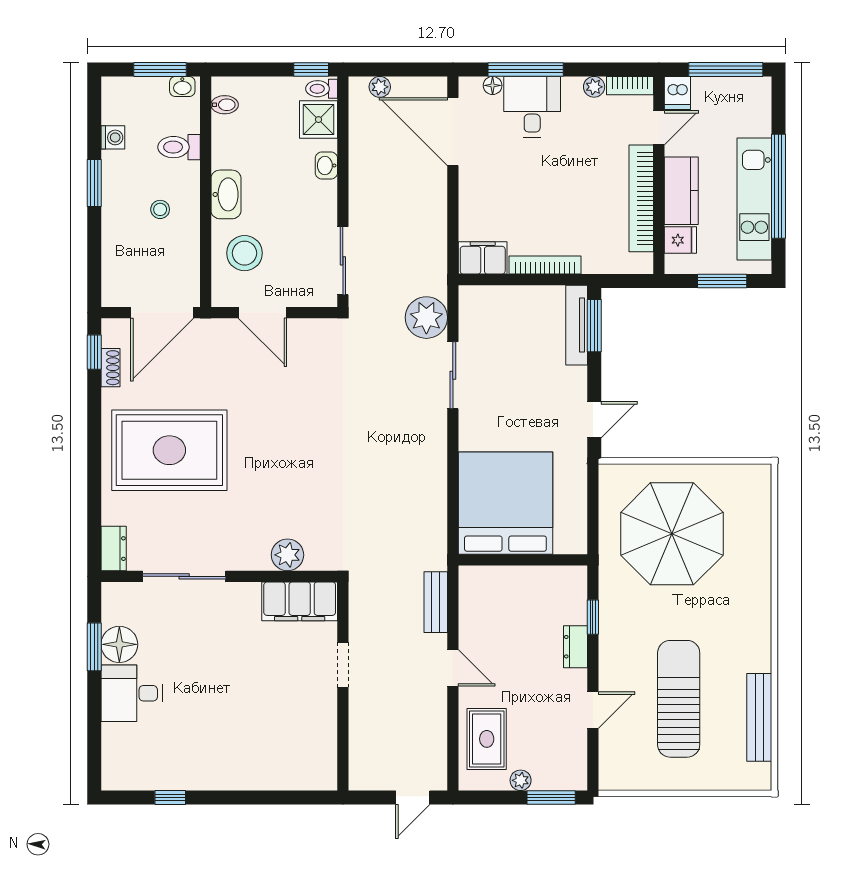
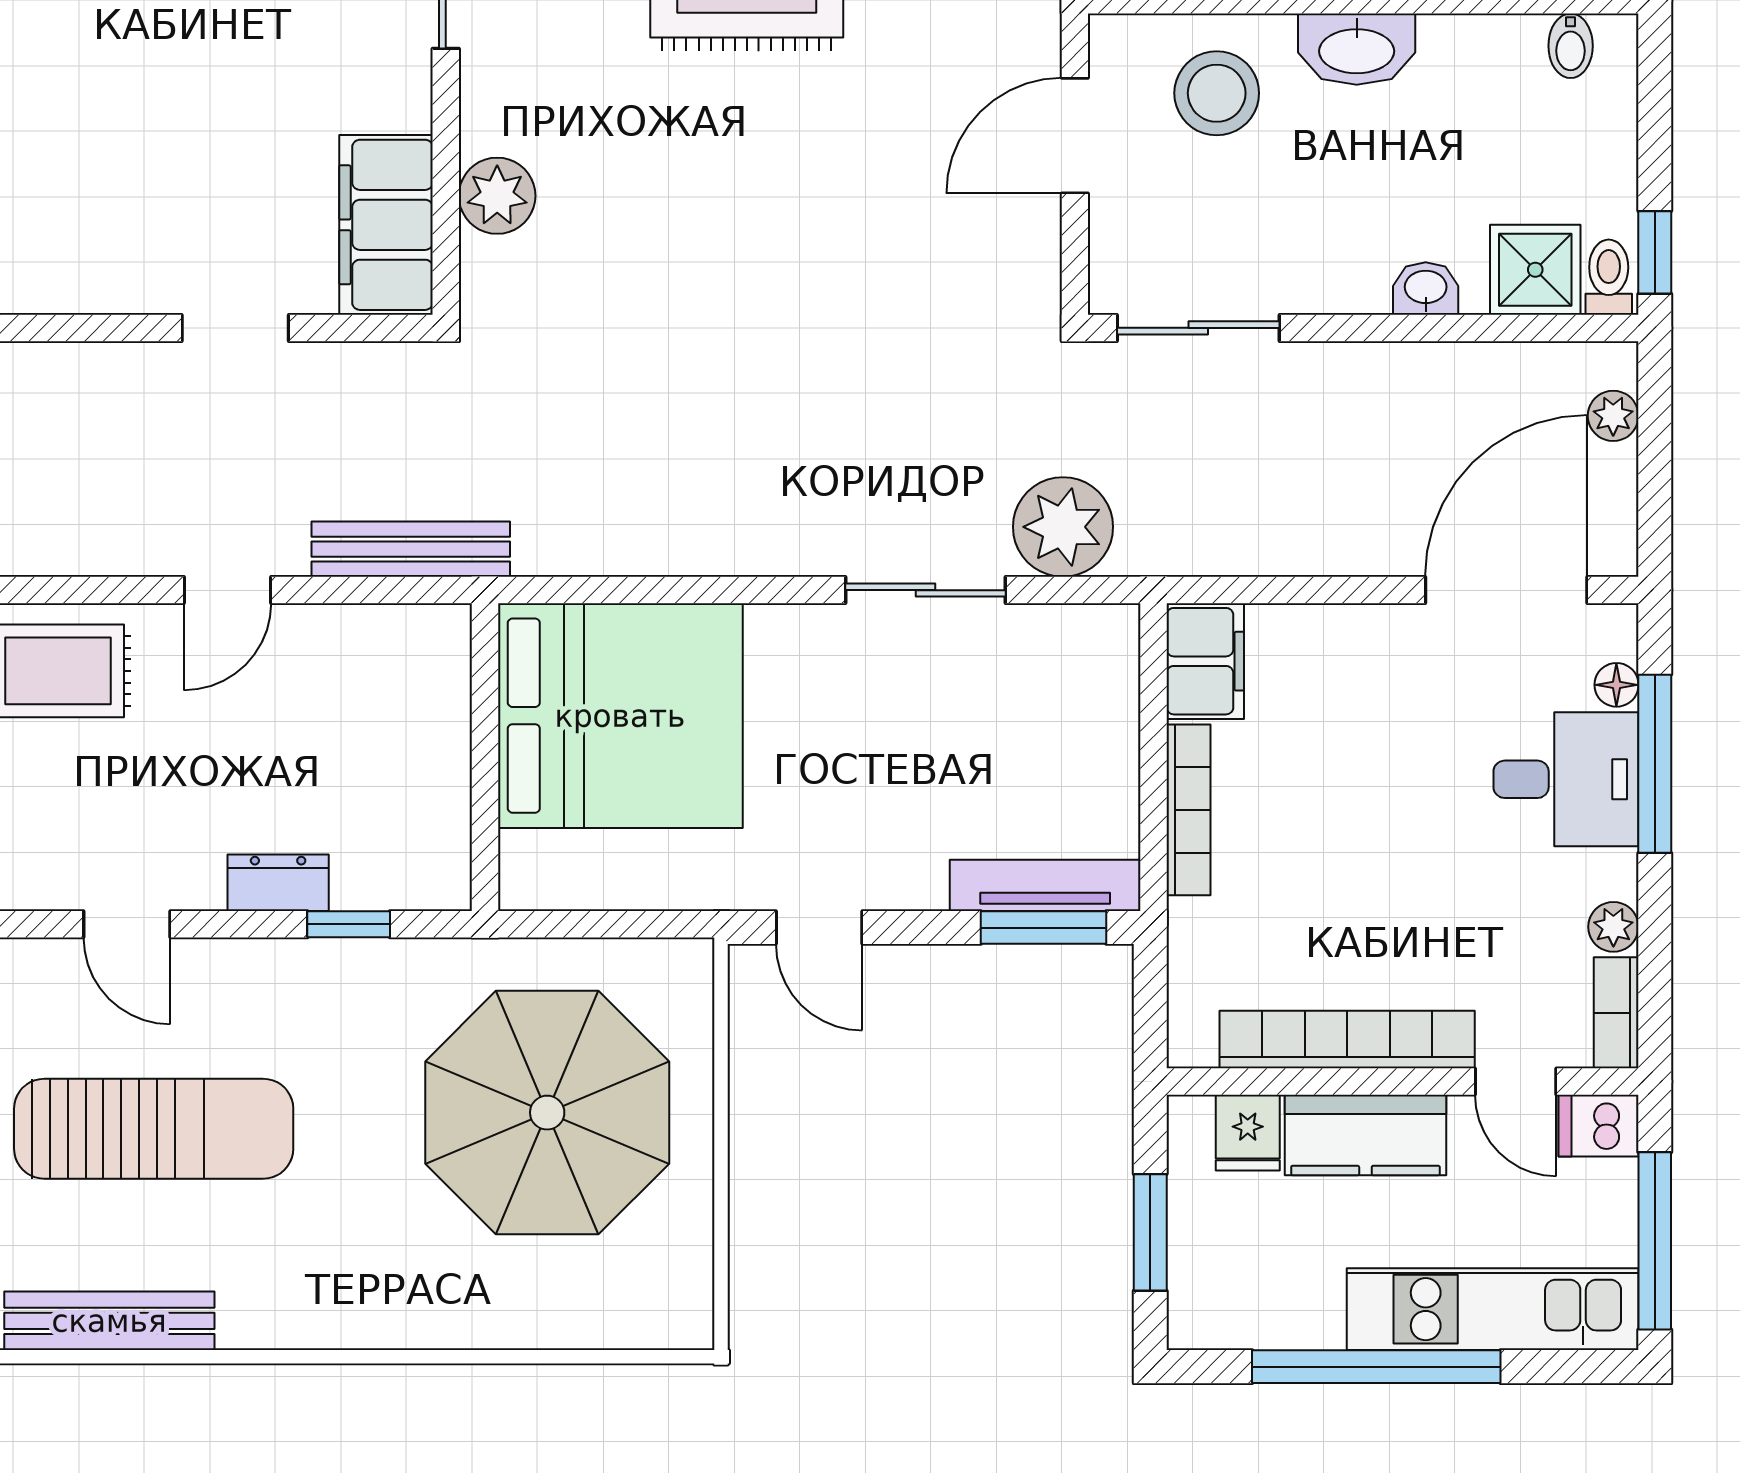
kitchen unit: (754, 199) -> (1493, 1309), moved
bench: (436, 602) -> (411, 549), width x1.36

